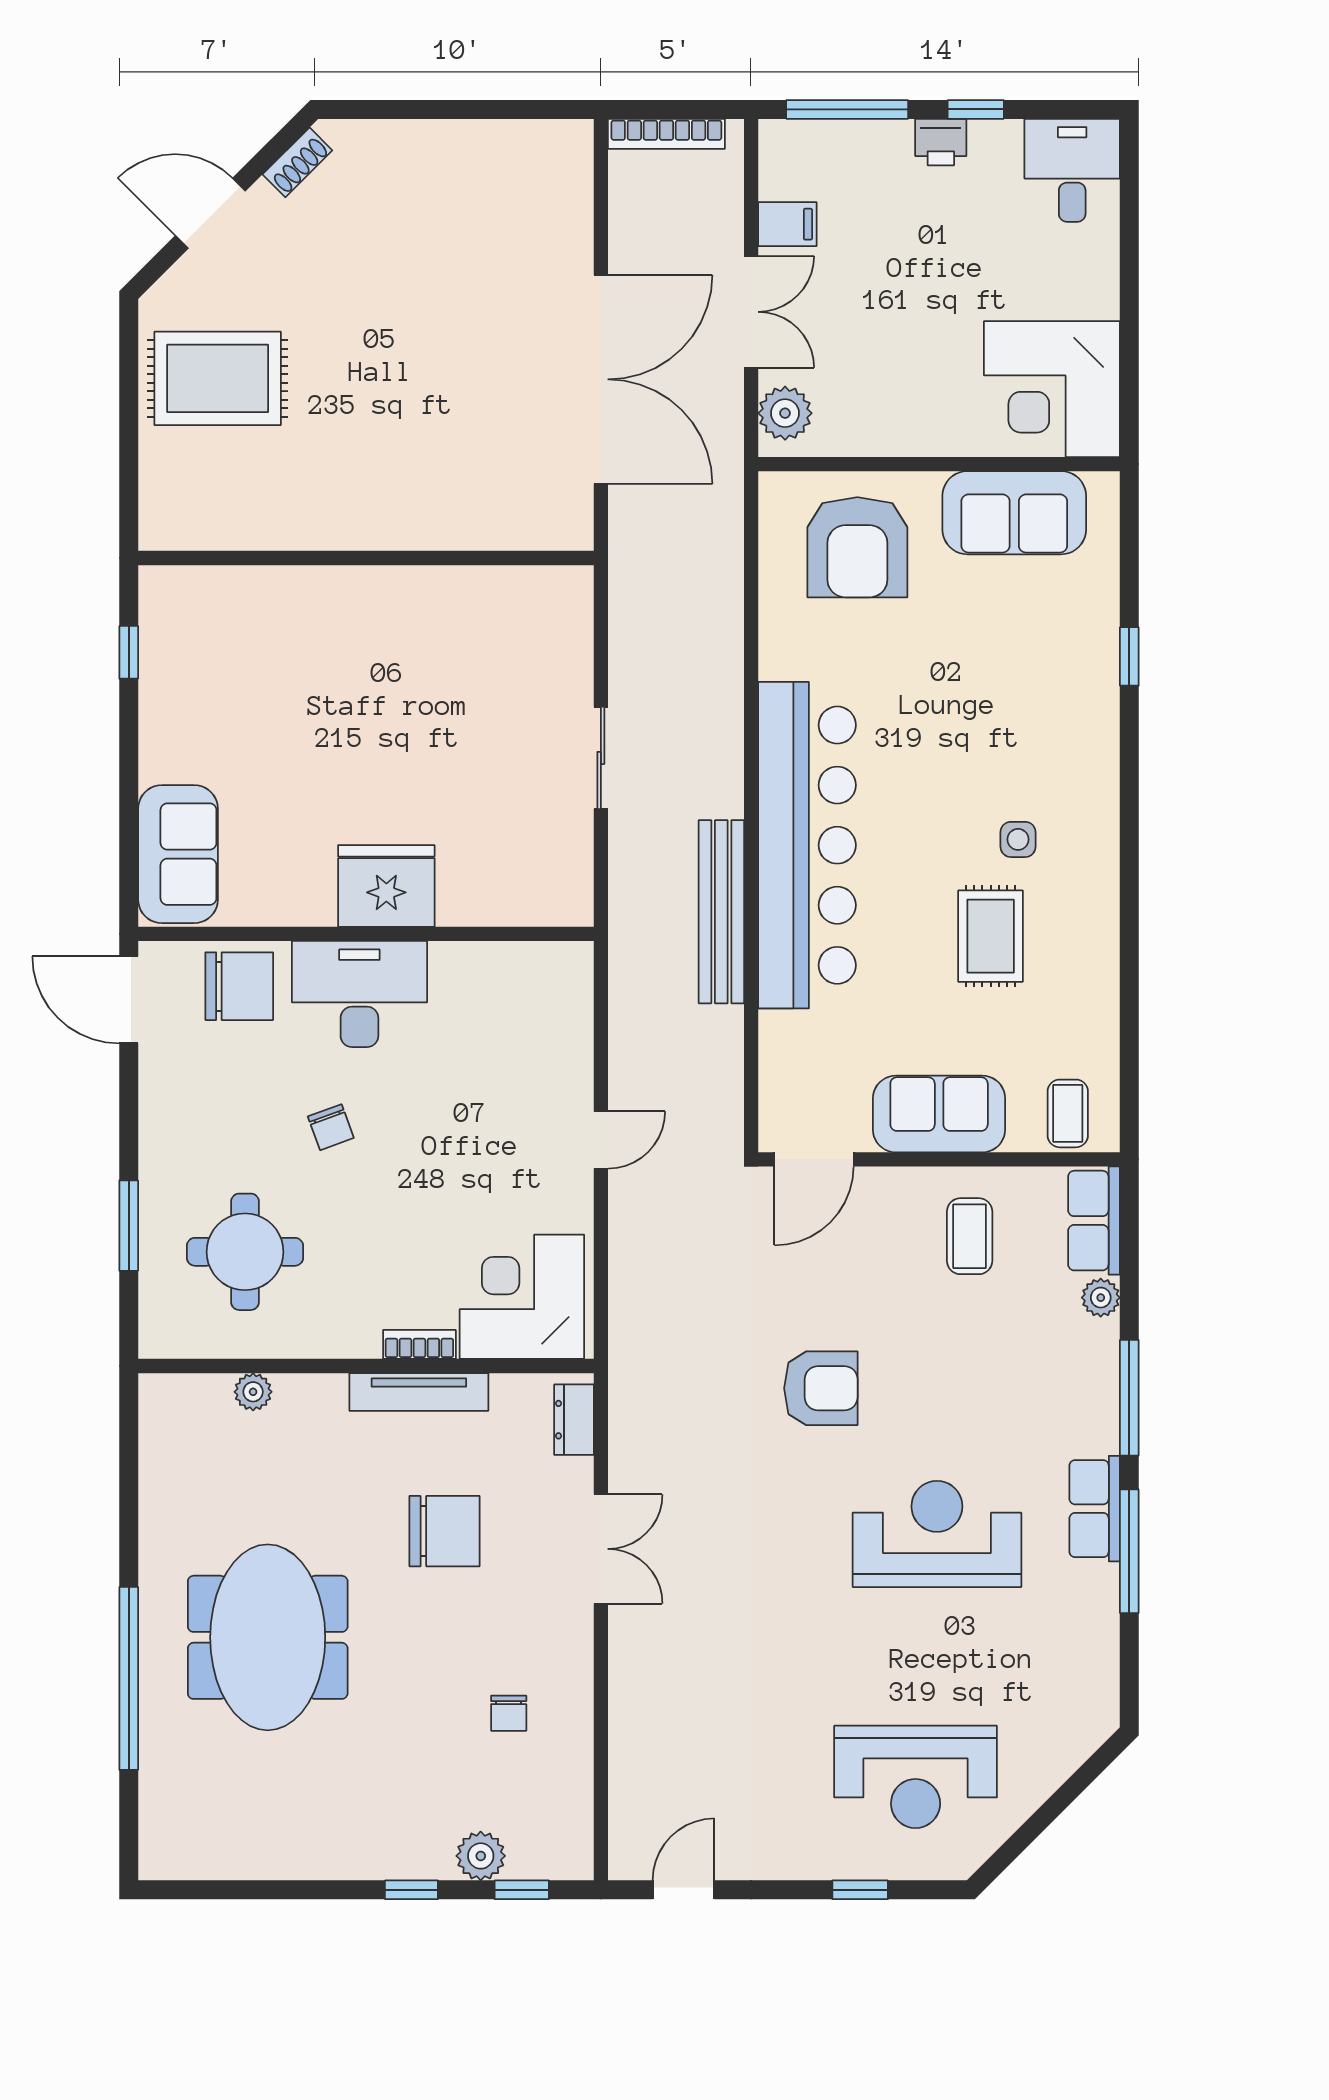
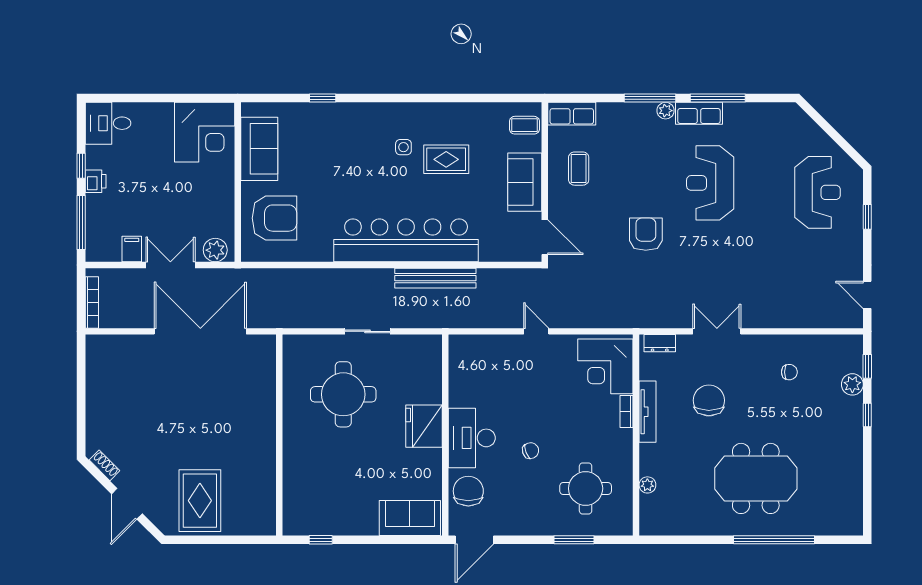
round table: (458, 703) -> (343, 394), added
coffee table: (970, 1236) -> (579, 169), turned 90
plant: (1101, 1298) -> (666, 111), moved

